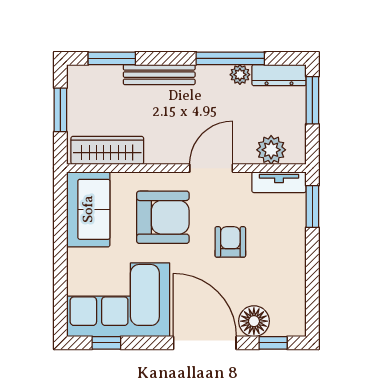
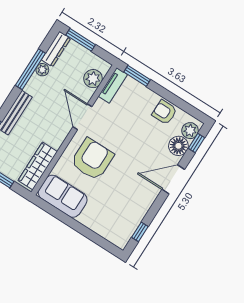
armchair: (230, 242) -> (164, 112), moved
corner sofa: (118, 300) -> (121, 211), removed
plant: (284, 324) -> (190, 131), added
door: (205, 343) -> (173, 179), width x0.73

